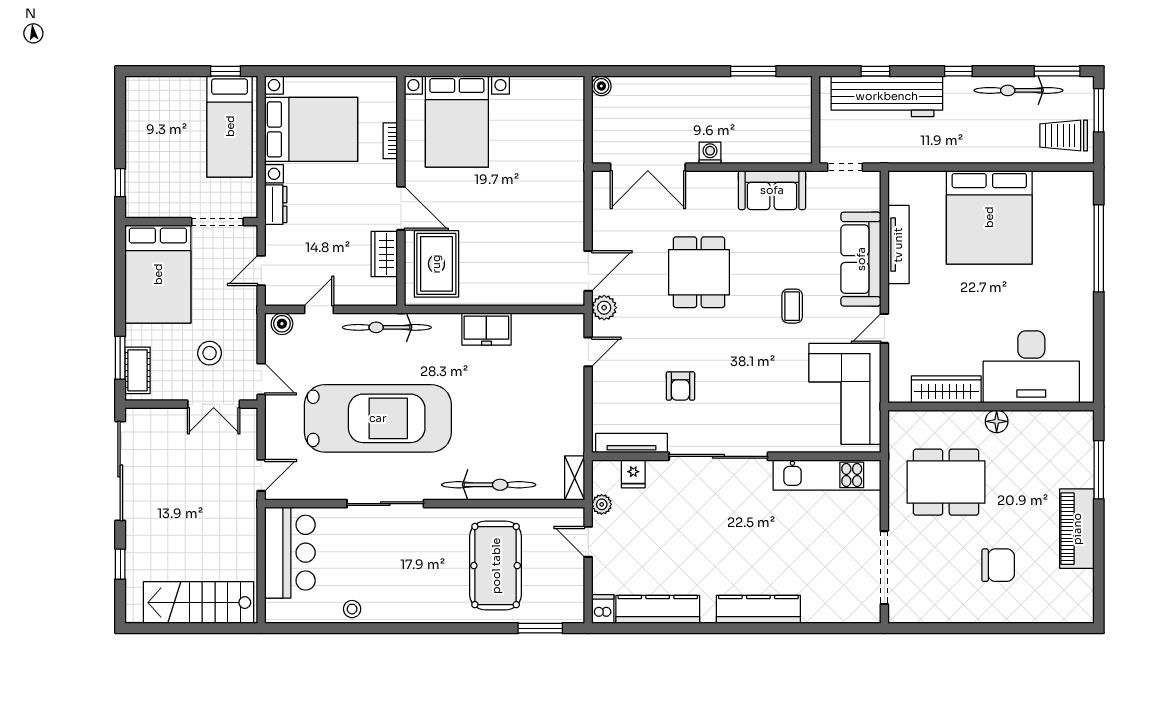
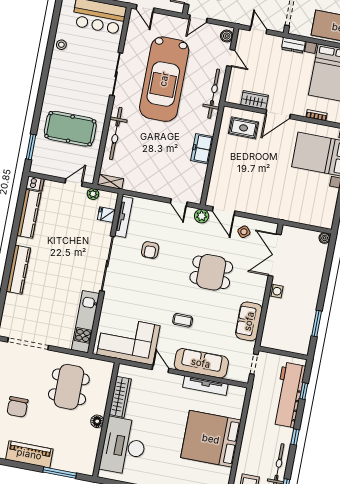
side table: (617, 229) -> (244, 232), added
rug: (436, 264) -> (244, 128), width x0.73, depth x0.70
armchair: (680, 386) -> (150, 250), turned -90

